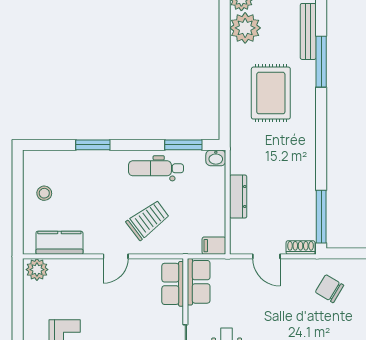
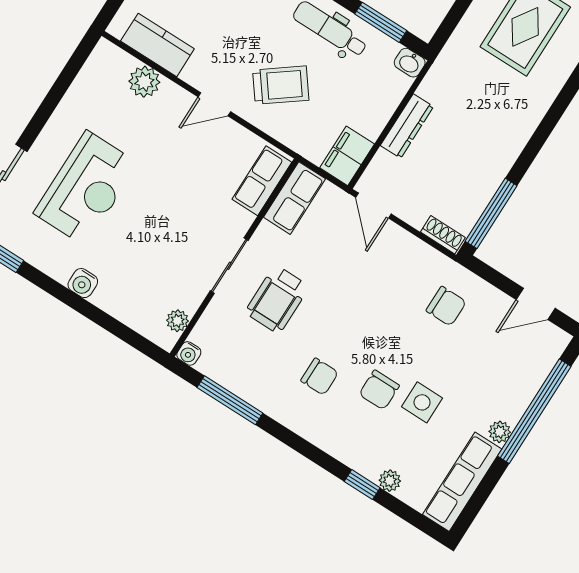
filing cabinet: (214, 246) -> (347, 156), width x2.00
door: (266, 256) -> (373, 206), moved
plant: (37, 270) -> (144, 82), moved
chair: (330, 289) -> (446, 306), turned 149

